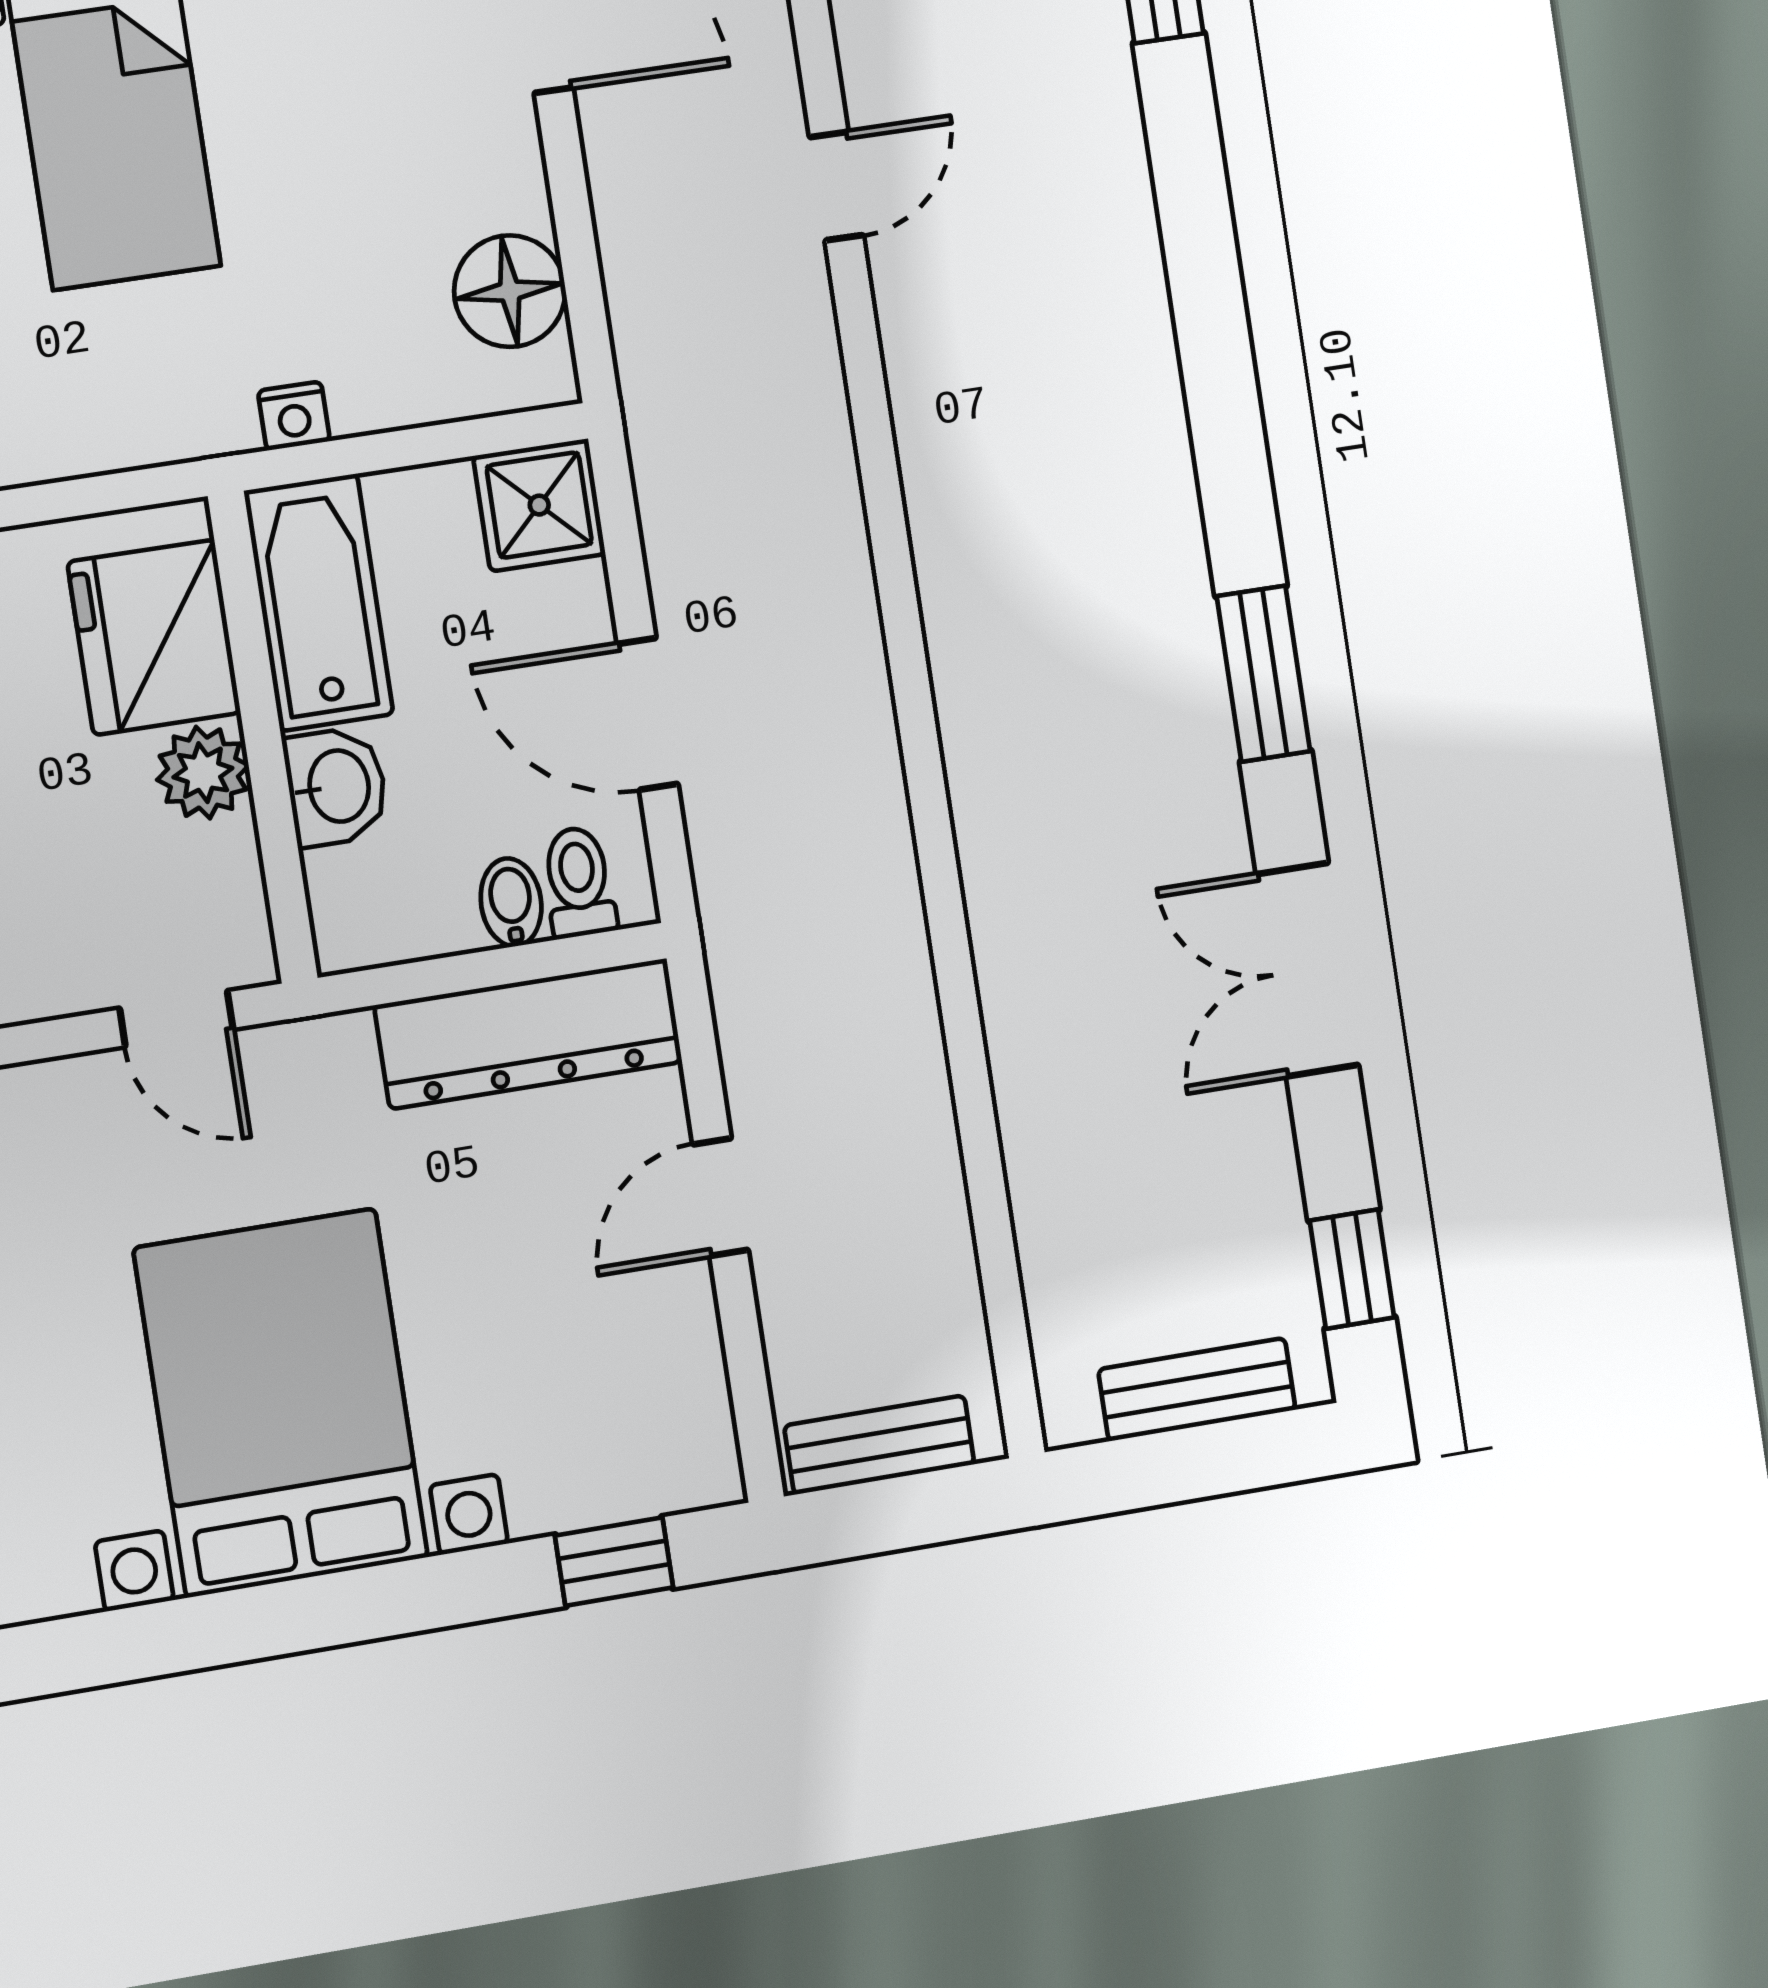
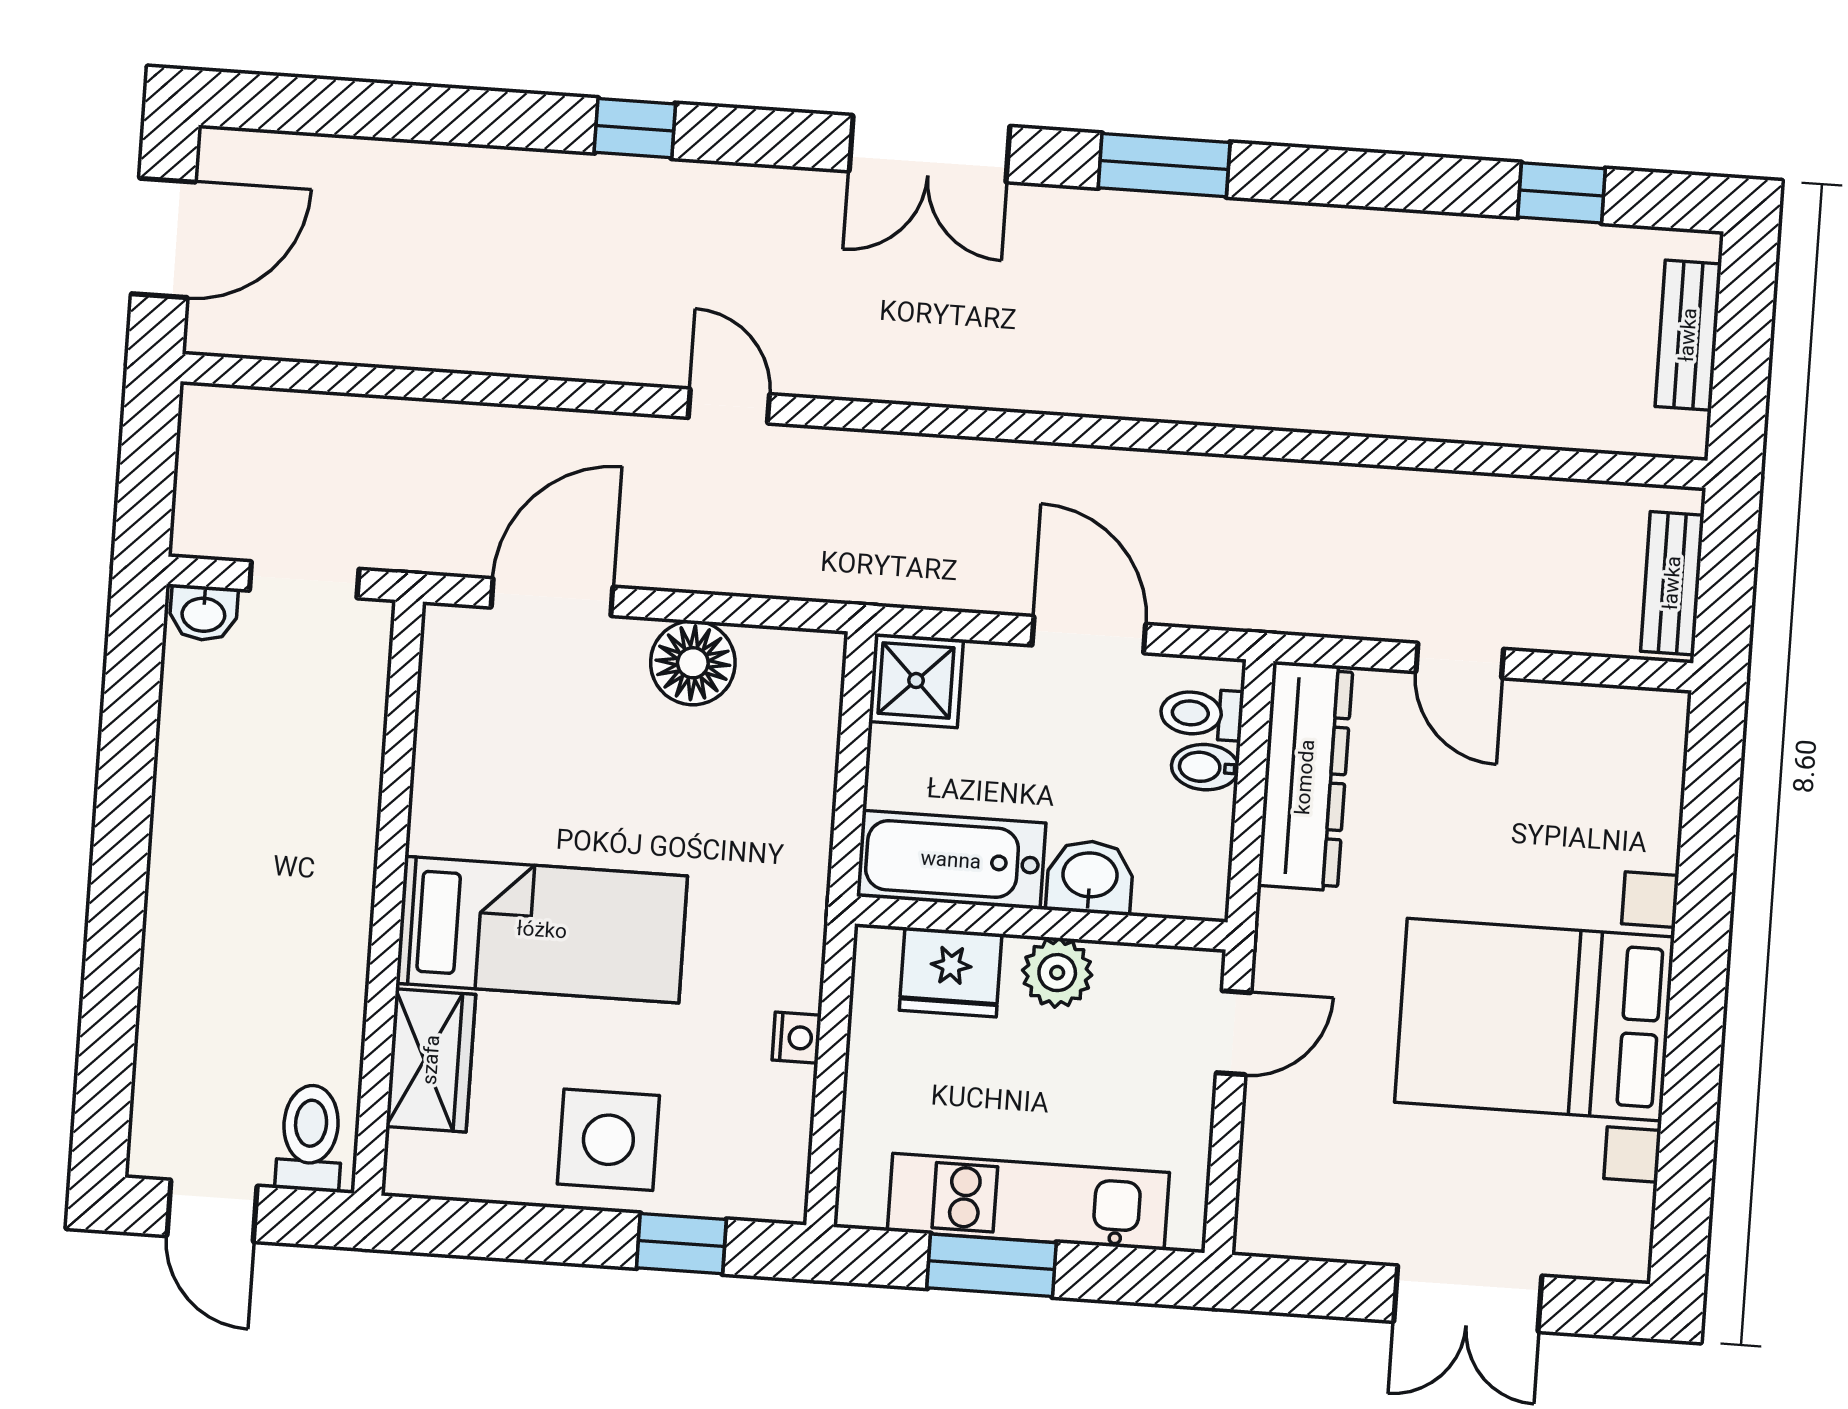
floor lamp: (510, 291) -> (693, 663), moved
nightstand: (294, 416) -> (797, 1038), moved
fridge: (154, 637) -> (951, 972), width x0.73, depth x0.75
door: (648, 714) -> (1089, 635), swing flipped
double door: (1307, 970) -> (929, 149), moved
window: (1352, 1269) -> (1561, 193), moved
window: (614, 1562) -> (1711, 800), removed

